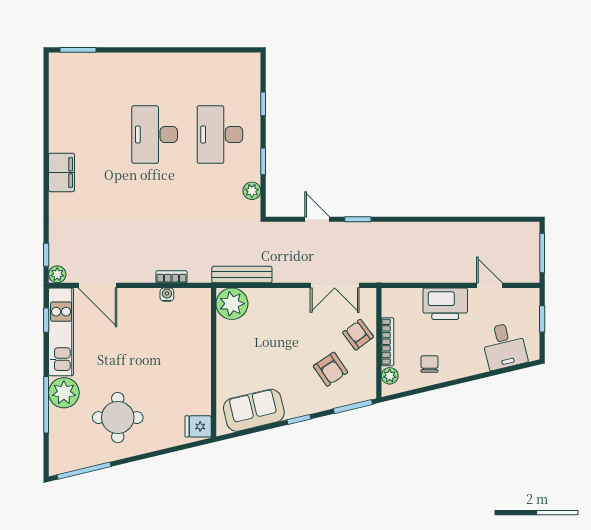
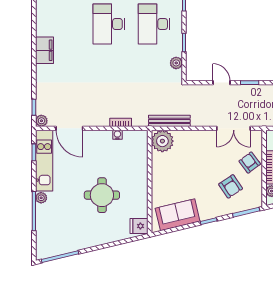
plant: (64, 393) -> (41, 198), width x0.53, depth x0.53
round table: (118, 418) -> (102, 195), moved

